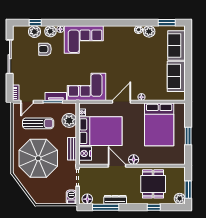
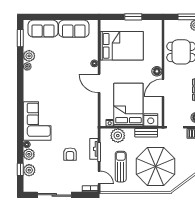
armchair: (45, 49) -> (70, 154), moved
corner sofa: (86, 87) -> (84, 118), removed

